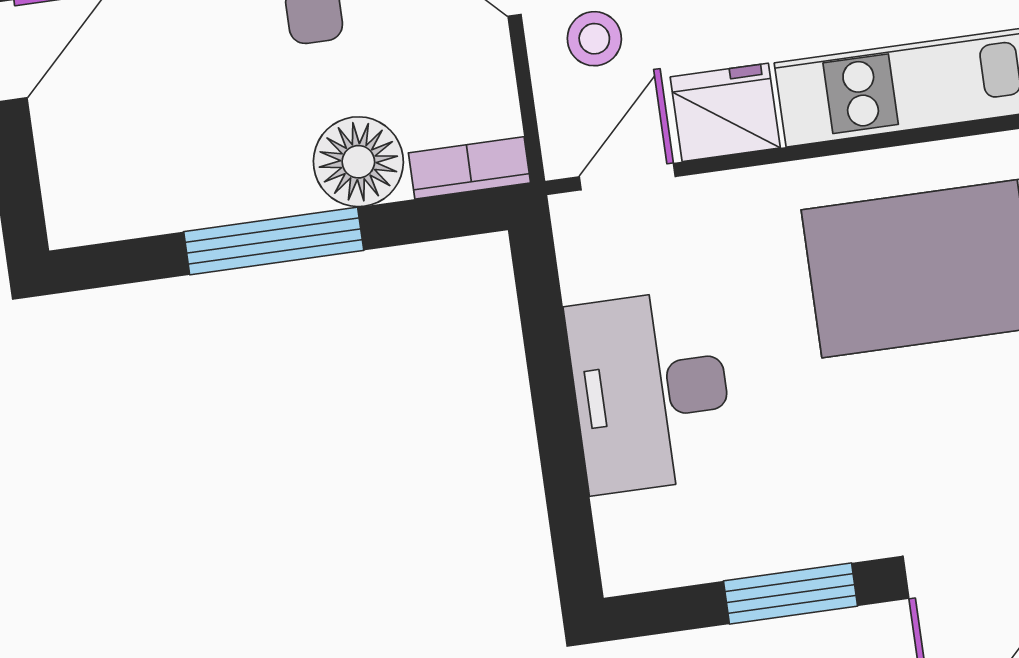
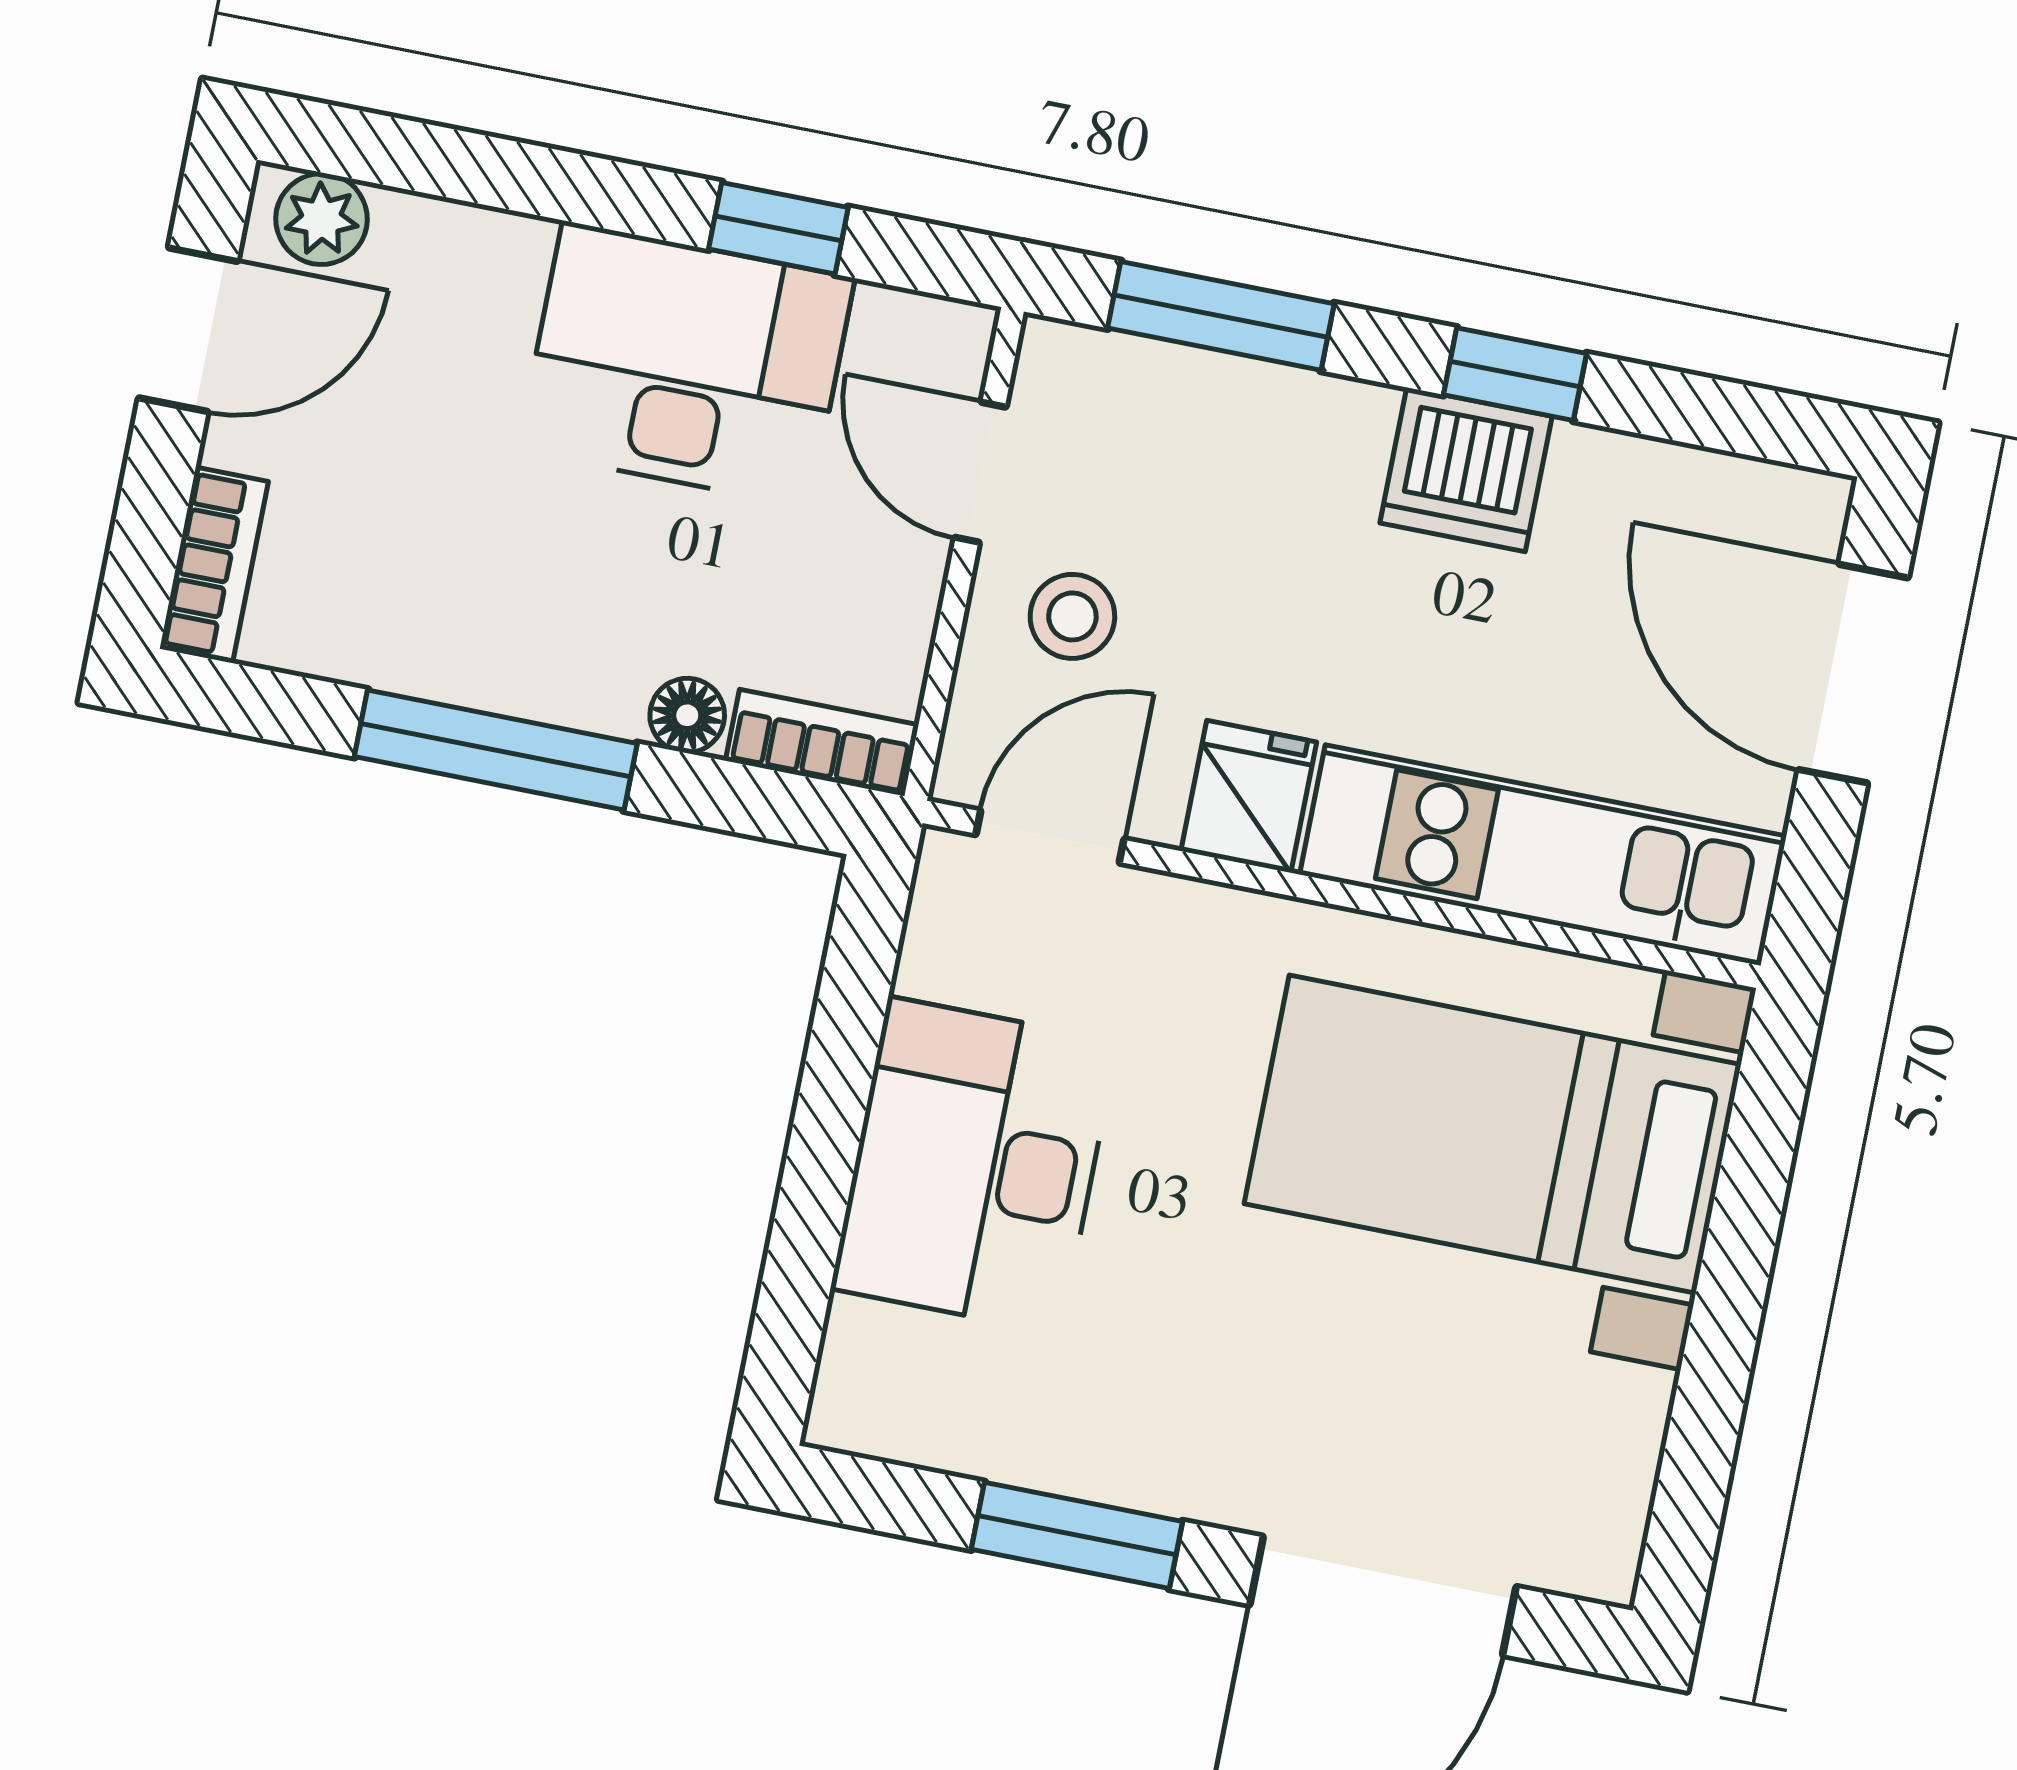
fridge: (725, 112) -> (1249, 796), width x0.72
floor lamp: (358, 162) -> (687, 715), width x0.53, depth x0.53
bookcase: (64, 188) -> (214, 565), added

